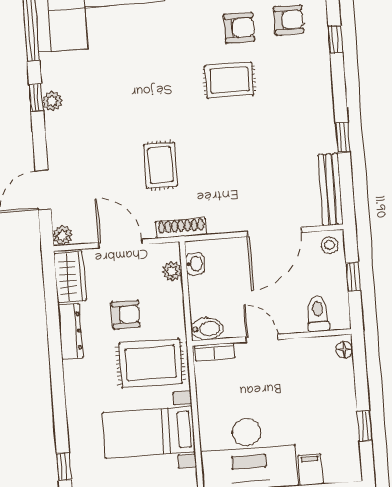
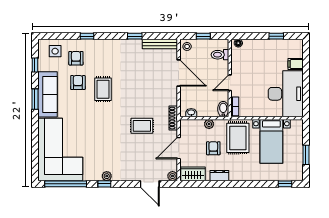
plant: (172, 271) -> (209, 124), moved
dresser: (70, 331) -> (219, 176), width x0.70

